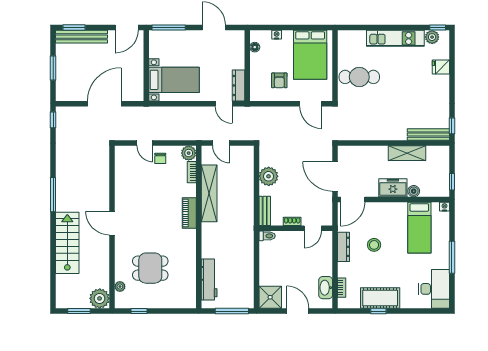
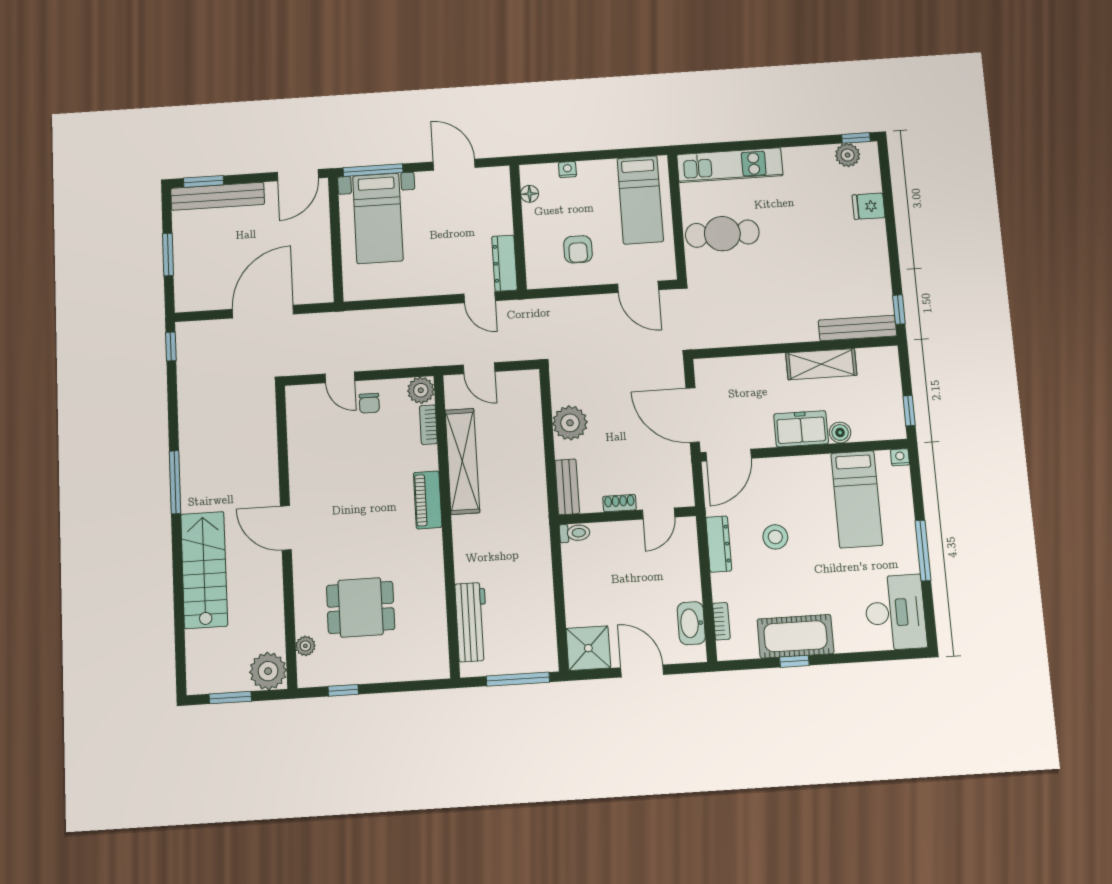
kitchen unit: (395, 38) -> (730, 165), moved
bed: (310, 55) -> (640, 200), width x0.67
bed with nightstands: (174, 80) -> (378, 218), moved, turned 90

